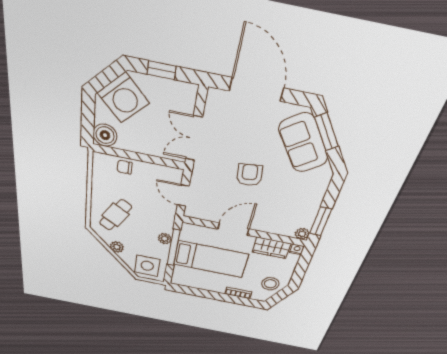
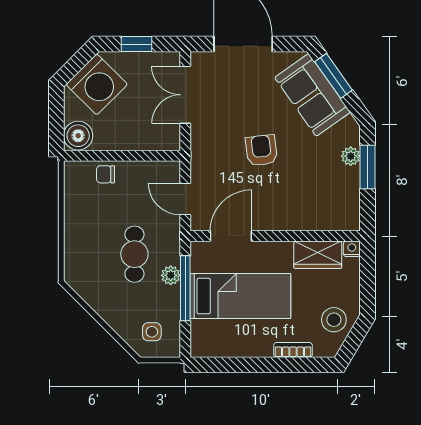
double door: (194, 138) -> (185, 95), moved
cafe table: (115, 215) -> (134, 254), moved, turned -31
window: (320, 221) -> (367, 167), moved
door: (233, 229) -> (231, 236), moved
plant: (302, 234) -> (351, 156), moved
plant: (117, 247) -> (105, 307), removed
side table: (147, 266) -> (152, 332), width x0.54, depth x0.54

